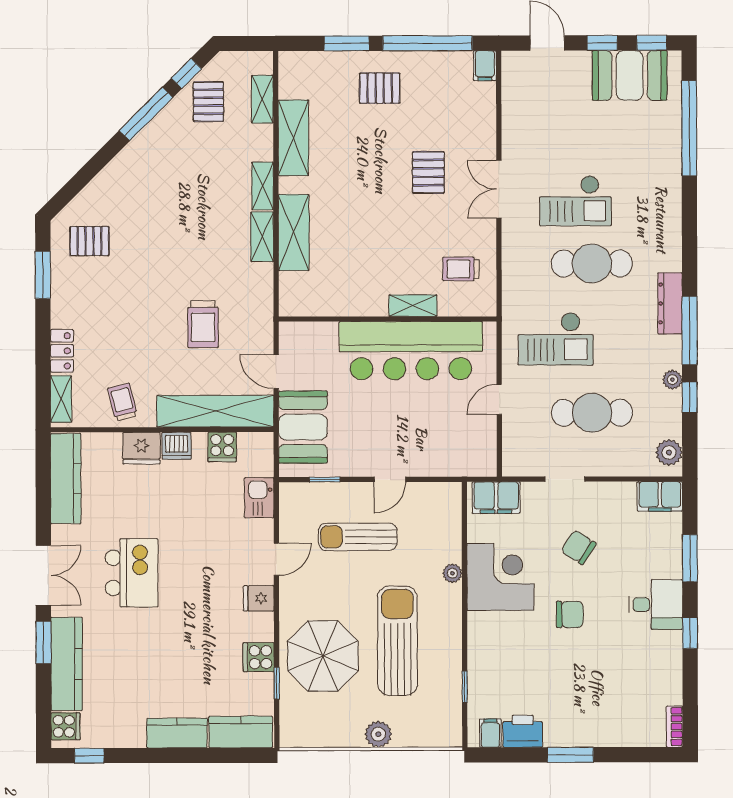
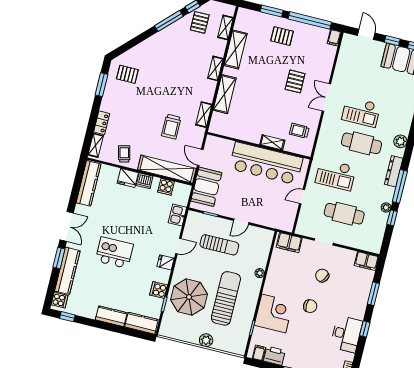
shelving: (262, 237) -> (204, 115), moved
plant: (669, 453) -> (400, 141), moved
sun lounger: (358, 537) -> (219, 245), turned 180
kitchen island: (132, 573) -> (114, 253), moved, turned -90
corner desk: (500, 577) -> (274, 313), moved
desk: (656, 605) -> (346, 334), moved, width x1.37

